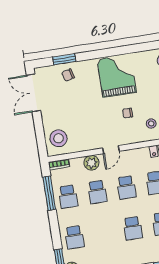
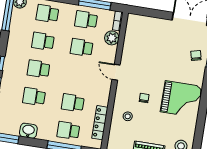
stool: (58, 138) -> (142, 28), removed
plant: (91, 163) -> (112, 38), moved
school desk: (126, 187) -> (43, 41), moved

